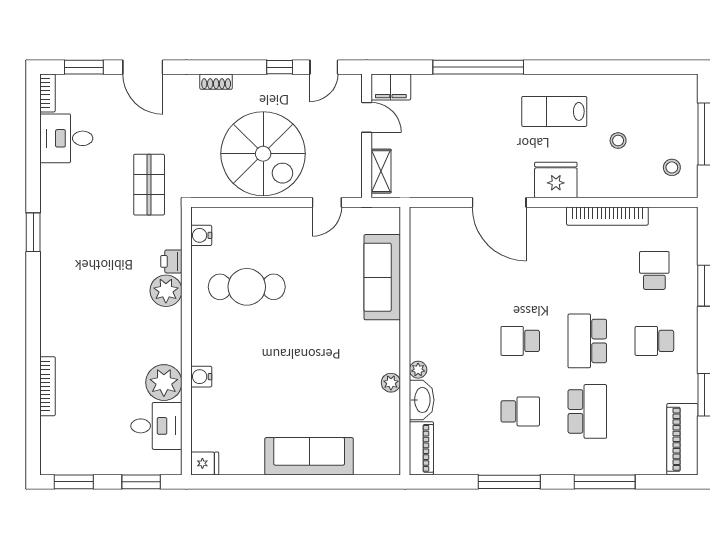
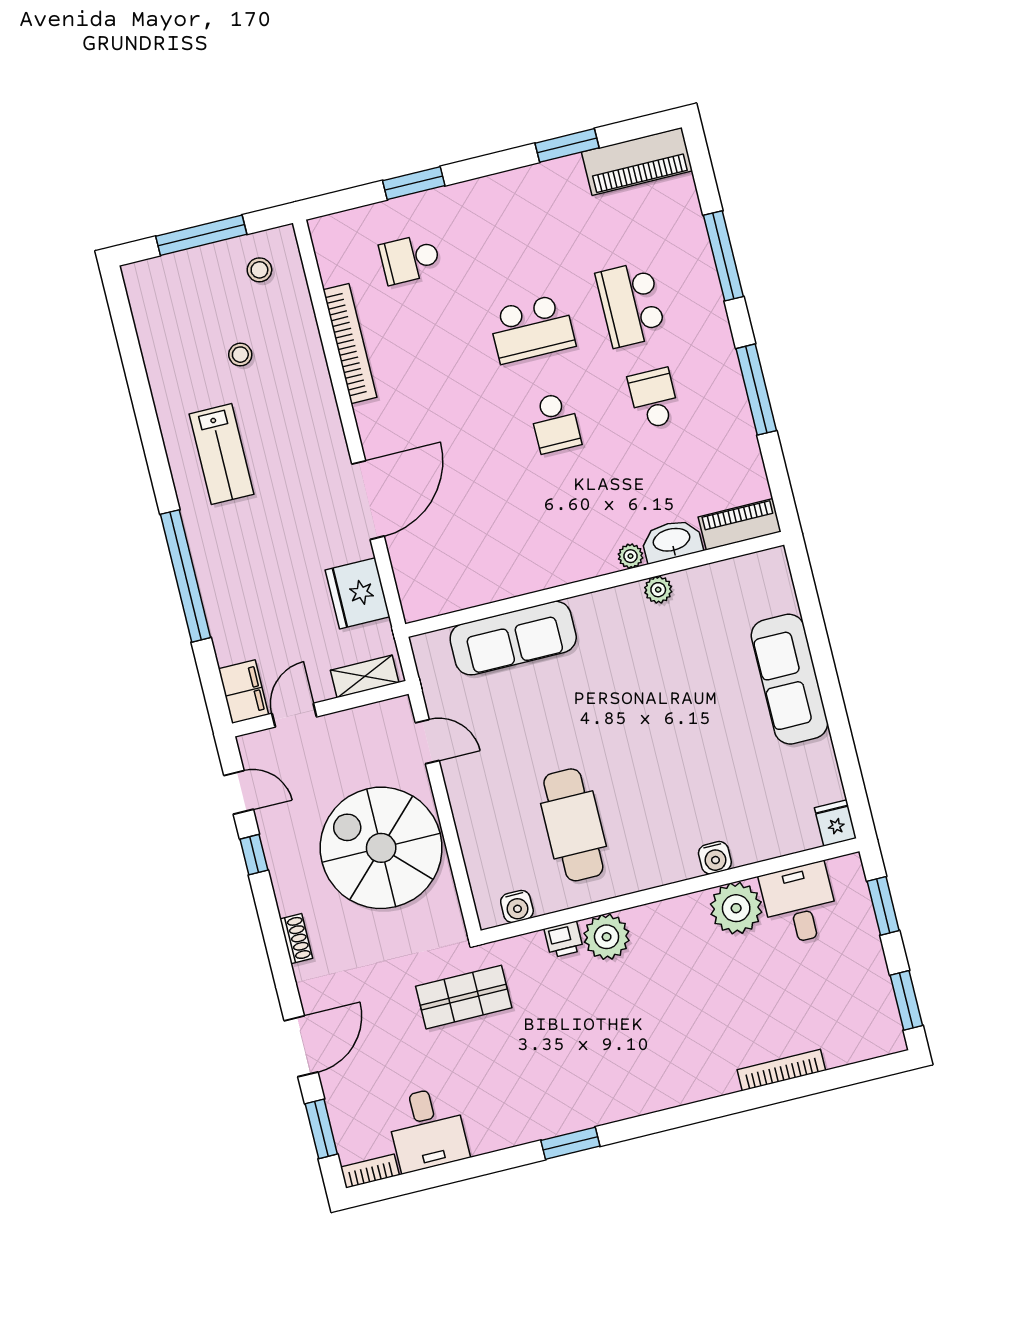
spiral stairs: (263, 154) -> (381, 848), turned -90
fridge: (556, 180) -> (357, 593), moved
school desk: (654, 341) -> (509, 235), removed
school desk: (587, 411) -> (631, 304), turned -90

